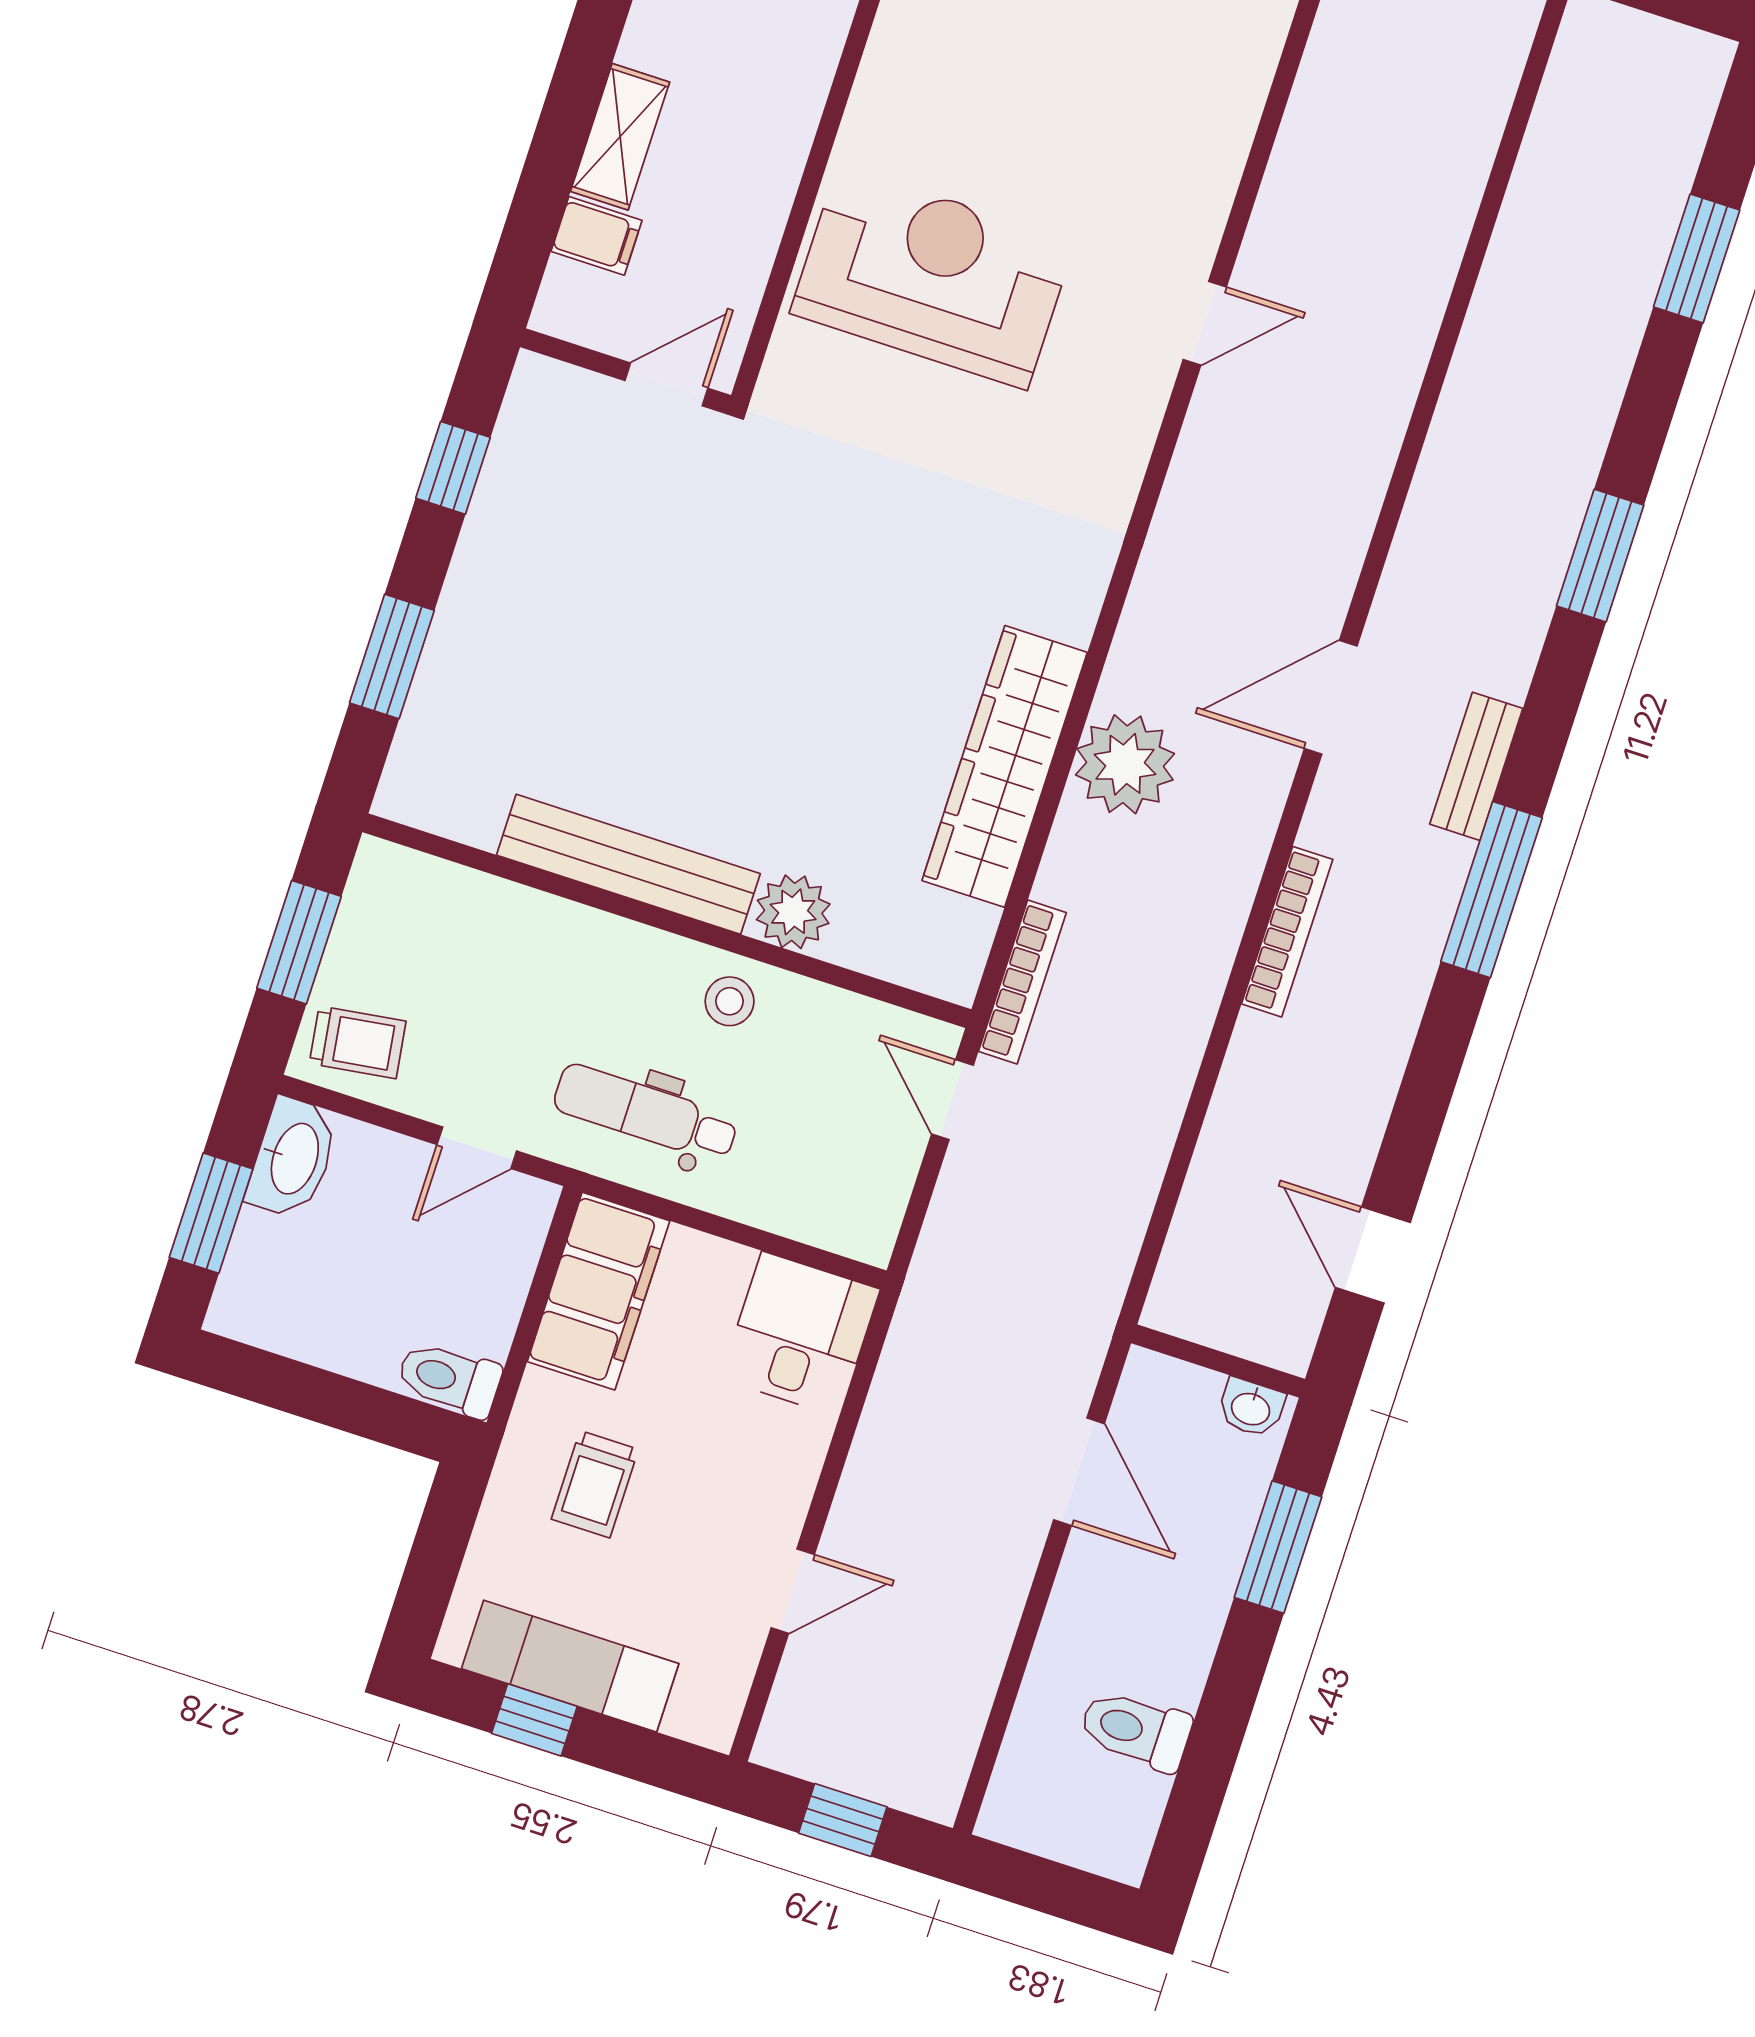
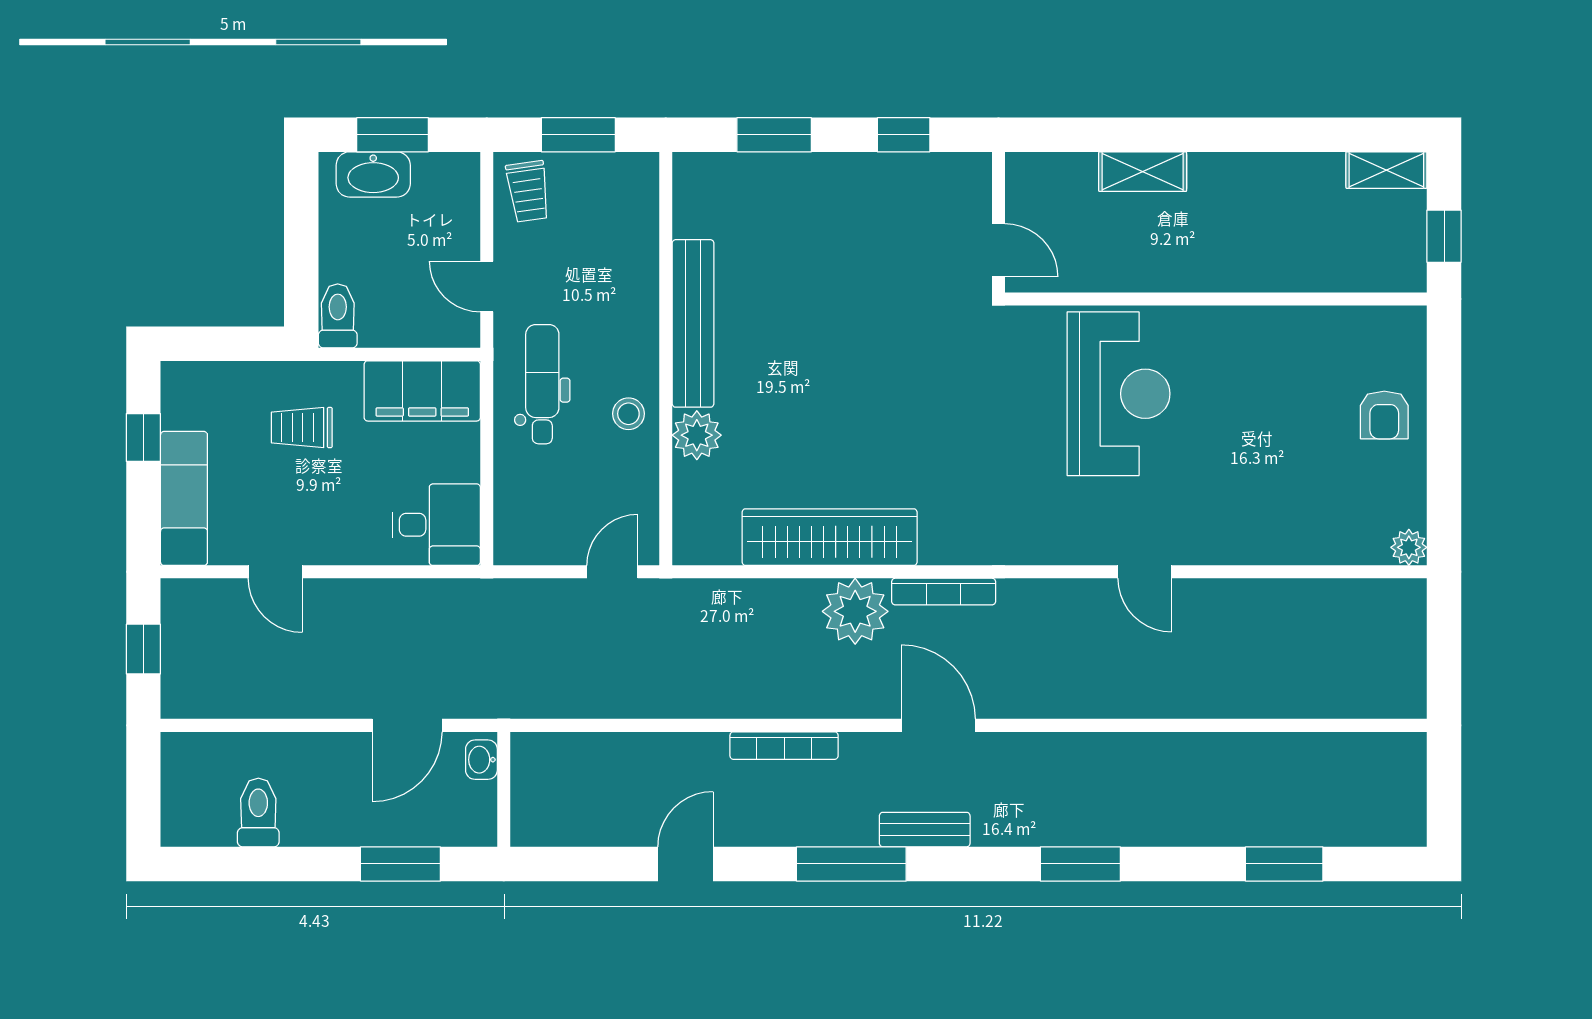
filing cabinet: (597, 236) -> (1076, 177), removed
bookcase: (1022, 982) -> (944, 592), moved
washbasin: (293, 1158) -> (373, 174), moved
door: (1373, 1255) -> (685, 864), moved
washbasin: (1251, 1408) -> (481, 760), moved
exam couch: (570, 1666) -> (184, 498), moved

